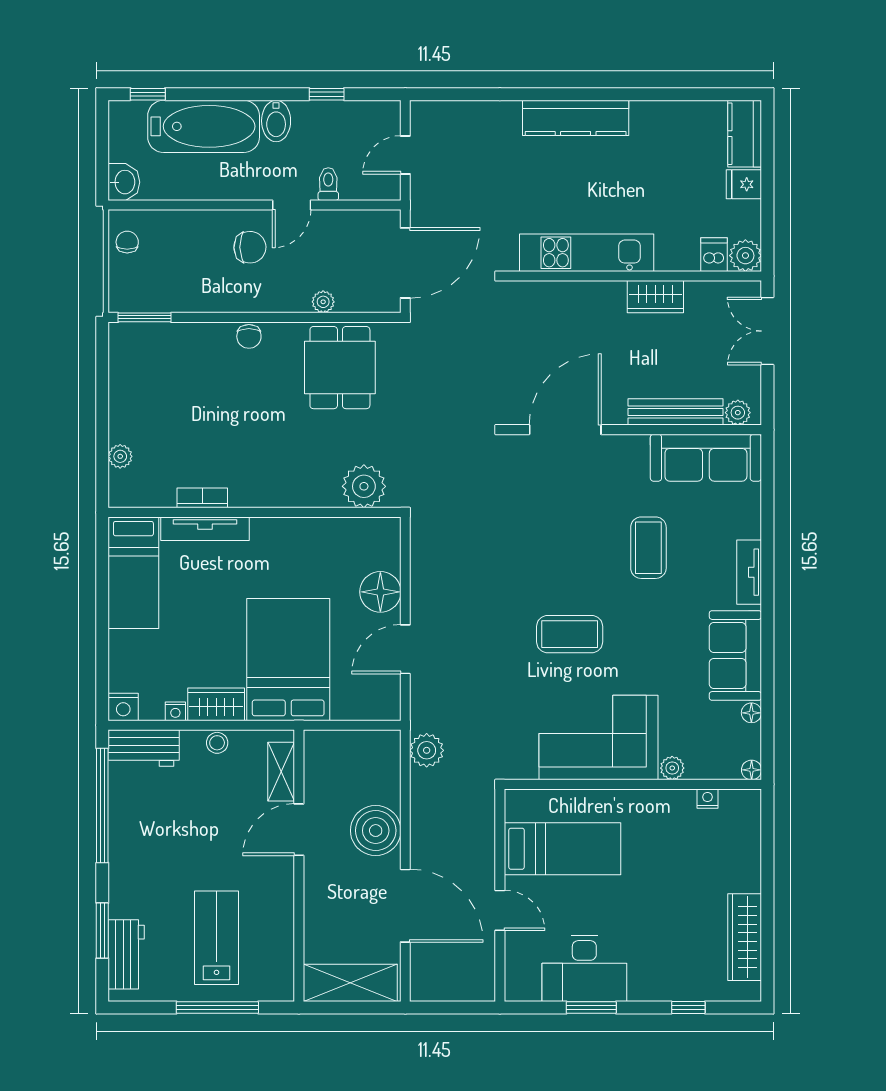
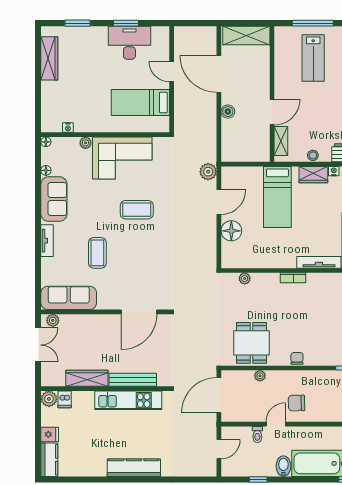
wardrobe: (655, 297) -> (87, 378), width x1.50
double door: (767, 331) -> (38, 345), moved
bench: (675, 412) -> (133, 380), moved
plant: (364, 486) -> (245, 279), width x0.53, depth x0.53
bookcase: (202, 498) -> (293, 278), moved
bed: (288, 660) -> (277, 197), width x0.67
plant: (427, 750) -> (208, 172), moved
boiler: (376, 831) -> (228, 112), width x0.54, depth x0.54
window: (688, 1007) -> (77, 23), width x1.50

